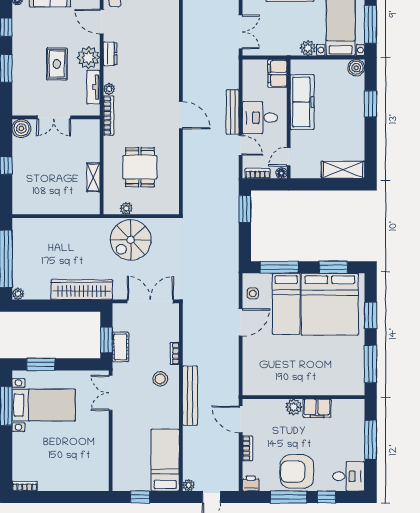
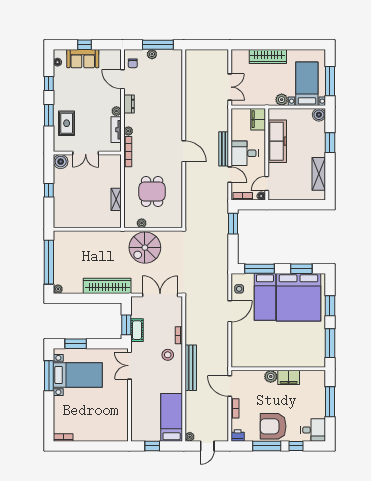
plant: (89, 58) -> (116, 111), width x0.53, depth x0.53
rug: (57, 64) -> (67, 123), moved
shelving: (343, 170) -> (319, 174), moved, turned 90

